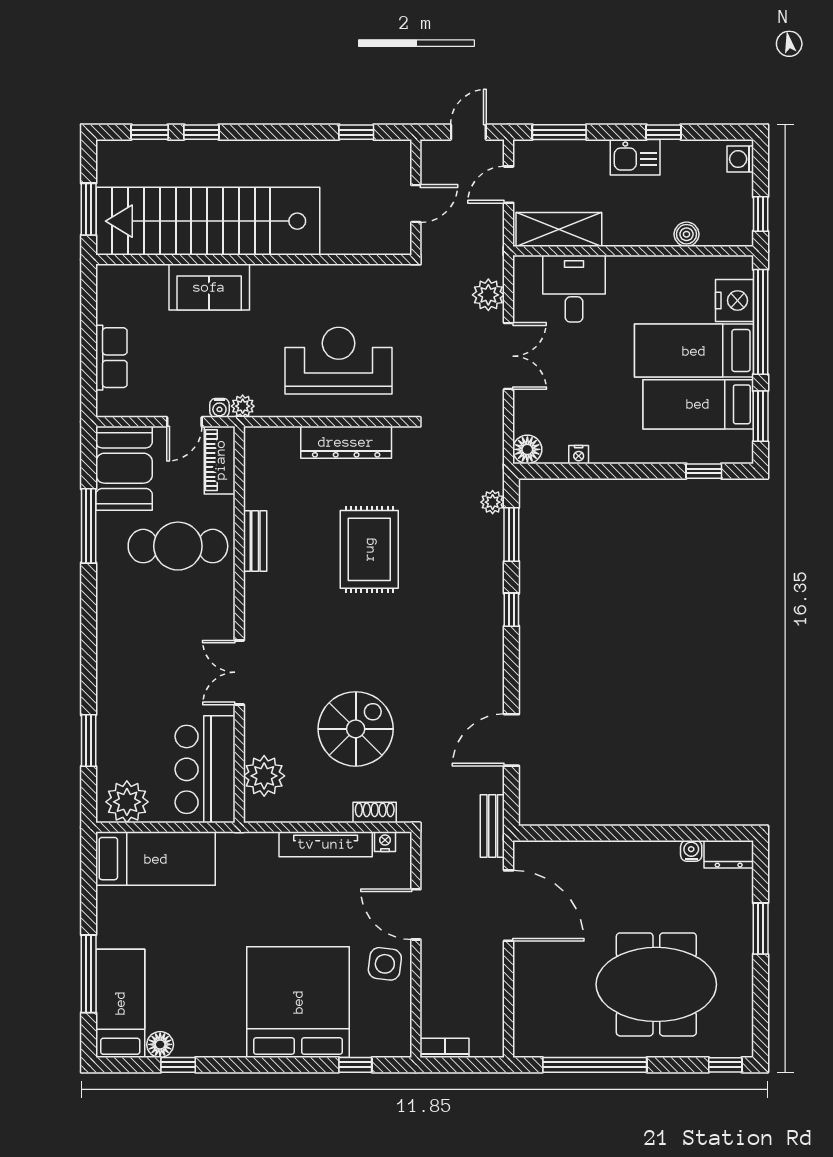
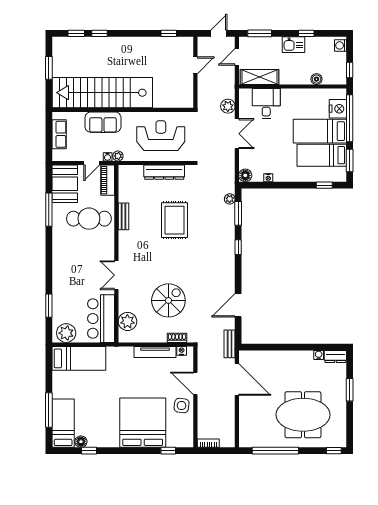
stairs: (208, 221) -> (102, 93), moved
wall: (254, 260) -> (123, 110), moved
sofa: (209, 287) -> (103, 122), moved

